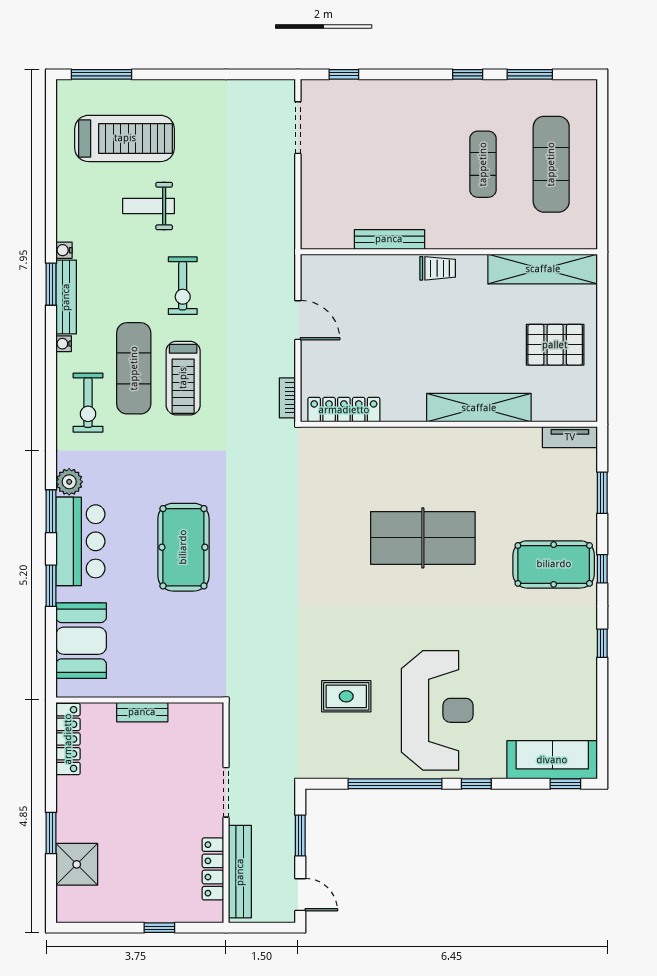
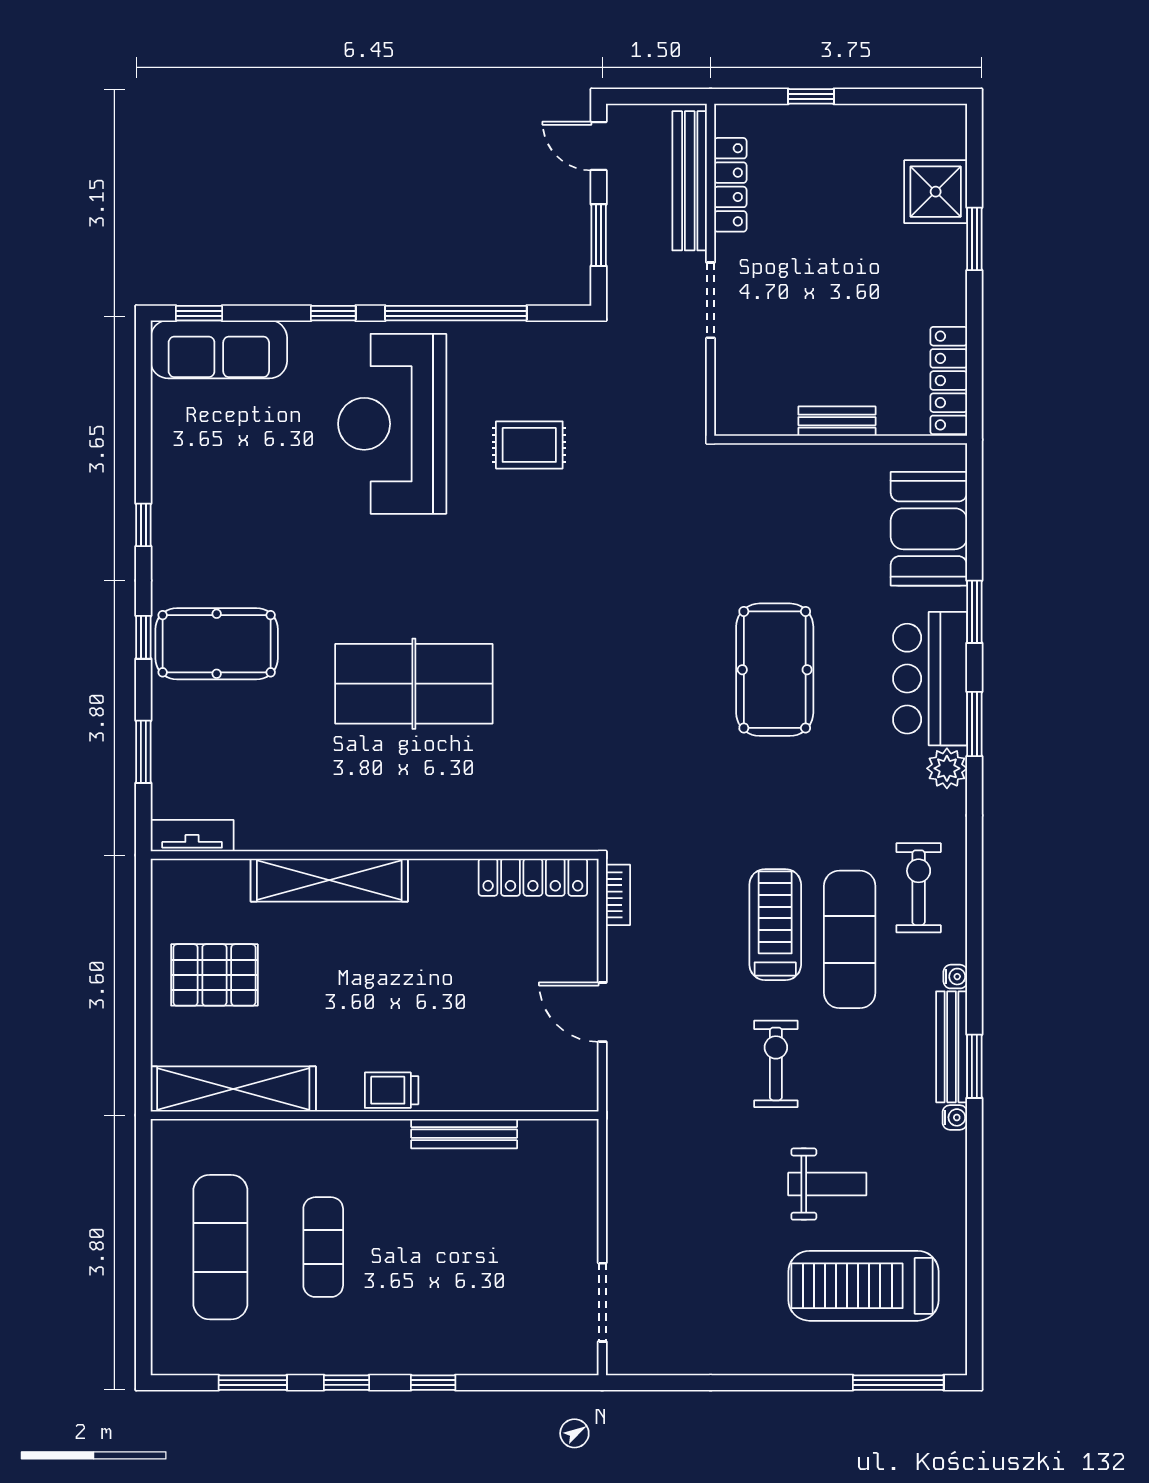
window: (344, 74) -> (433, 1383), moved

